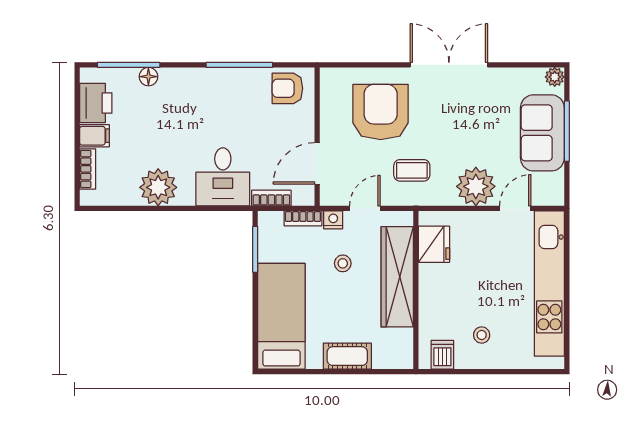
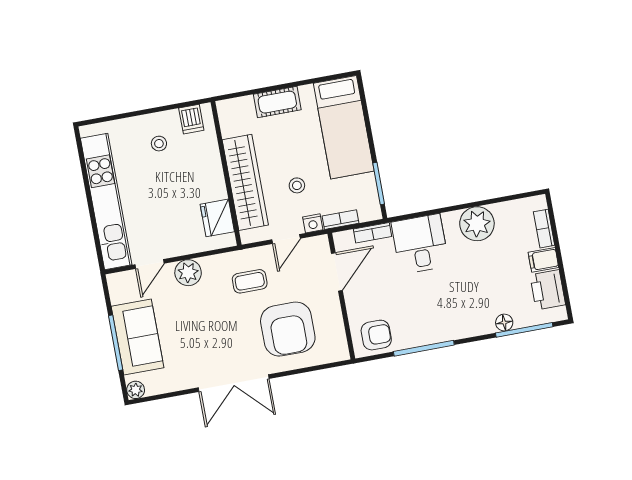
plant: (476, 186) -> (188, 273), width x0.73, depth x0.73

